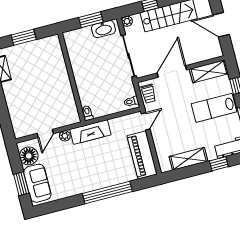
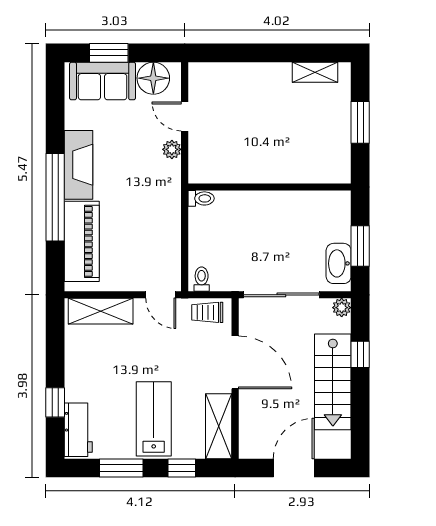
fireplace: (90, 132) -> (78, 165), moved, turned 180
piano: (142, 155) -> (82, 241), moved, turned 90
shelving: (188, 159) -> (101, 311), moved, turned 90

